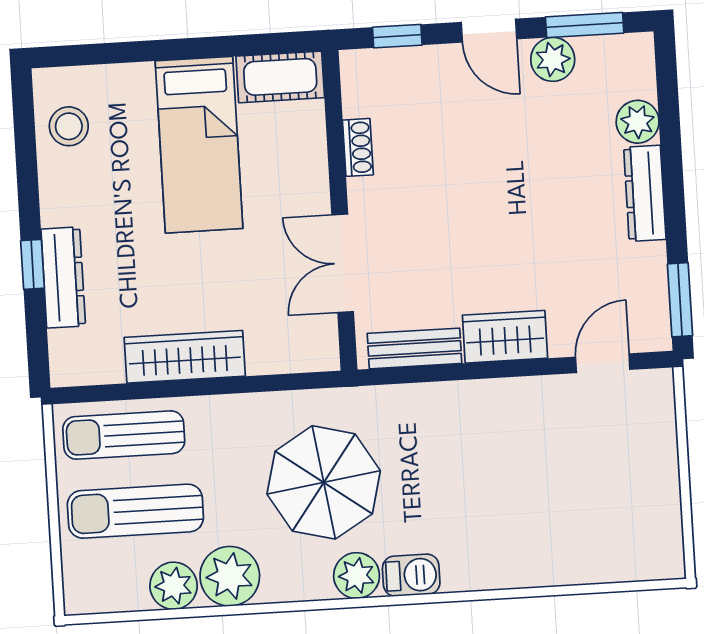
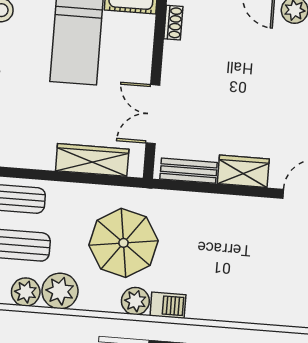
shoe rack: (358, 147) -> (173, 23), moved
wardrobe: (185, 357) -> (92, 160), moved

